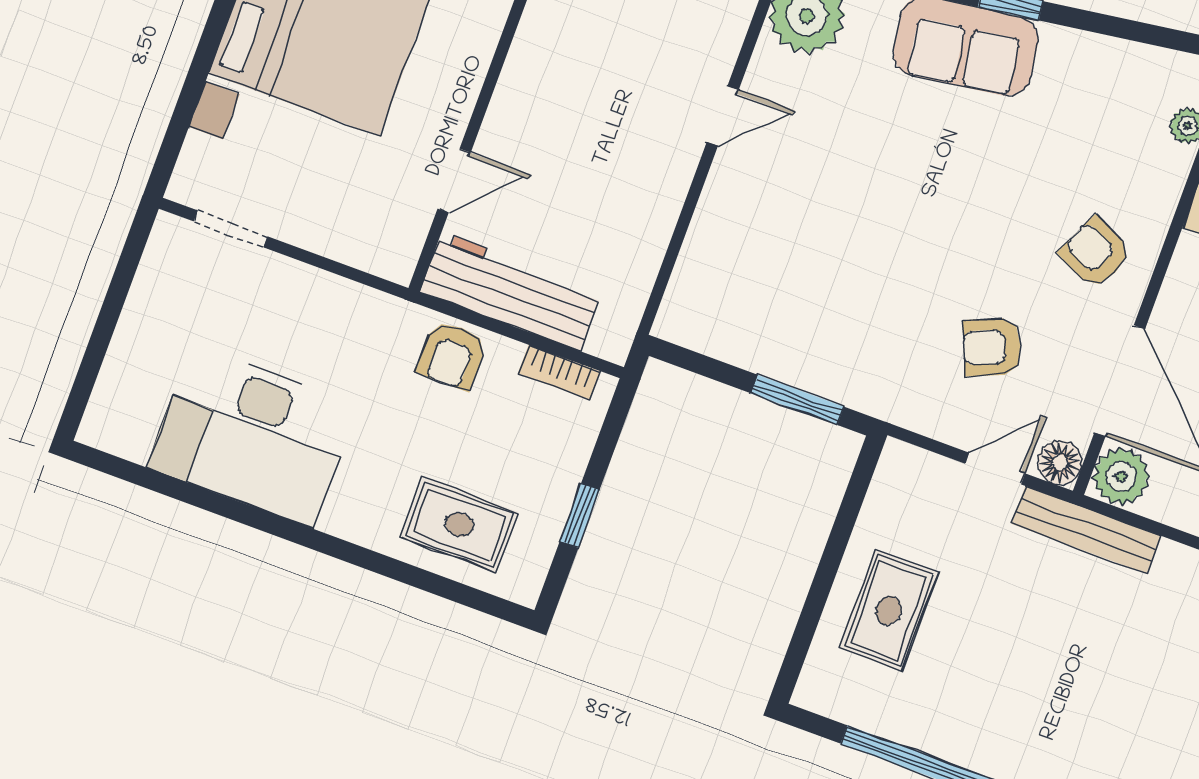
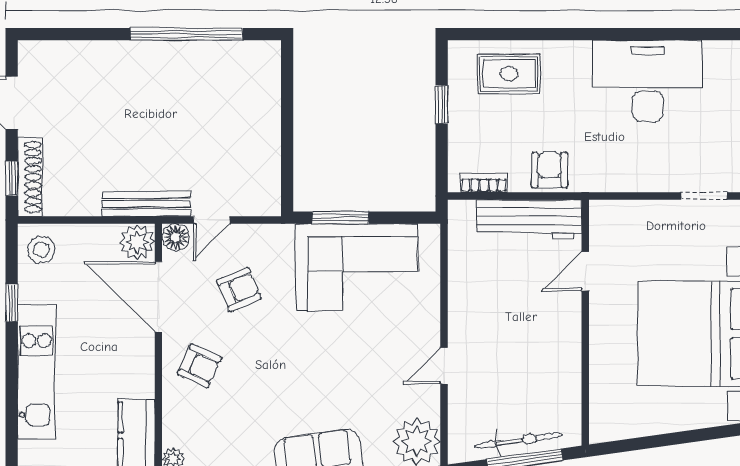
corner sofa: (800, 315) -> (357, 267), added
rug: (889, 610) -> (243, 115), removed

